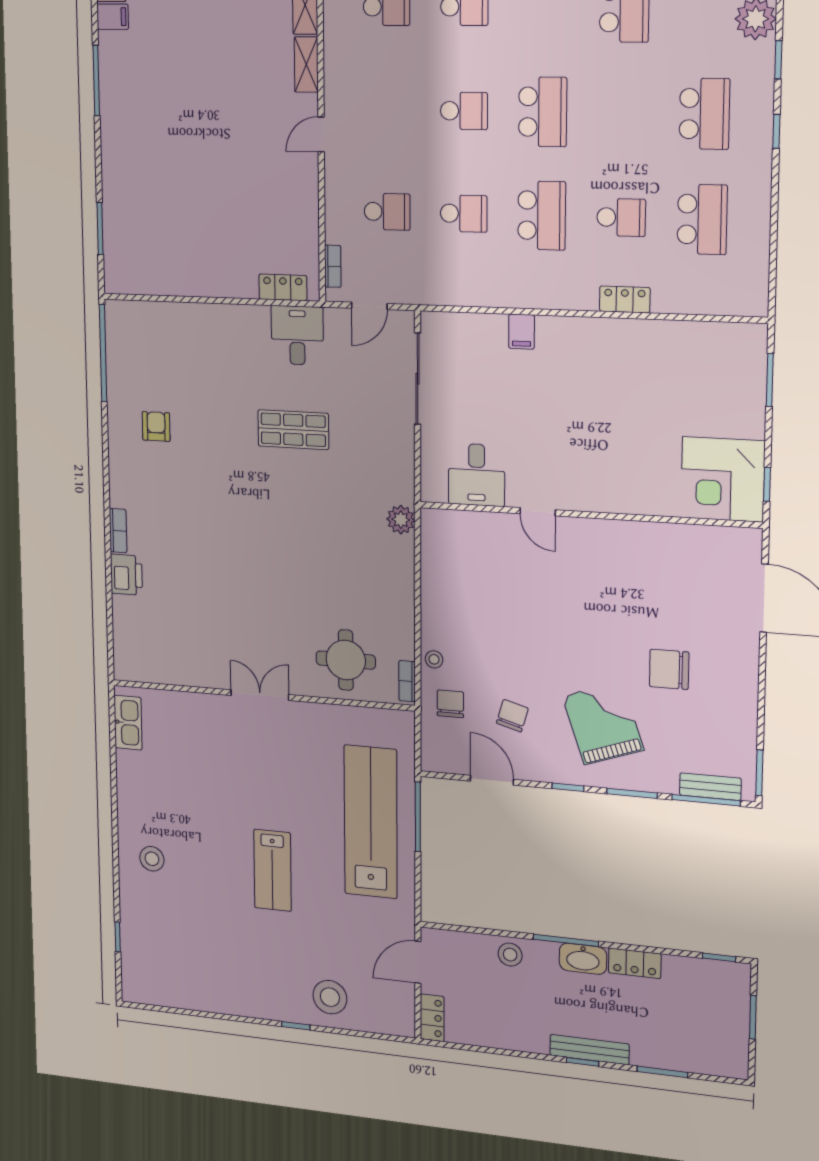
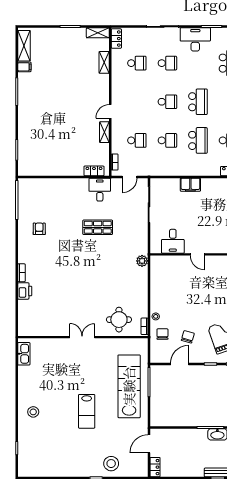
shelving: (306, 64) -> (104, 132), moved
filing cabinet: (522, 332) -> (190, 185), width x2.00
door: (492, 780) -> (180, 364), hinge flipped
stool: (510, 955) -> (188, 436), removed

